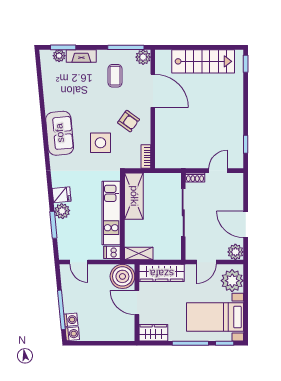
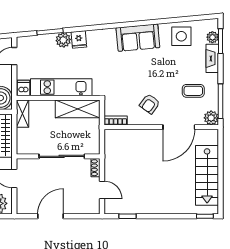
side table: (100, 143) -> (181, 36), moved
plant: (235, 252) -> (24, 207), removed

